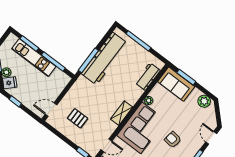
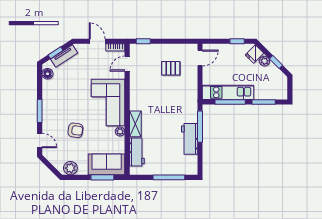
kitchen unit: (34, 58) -> (228, 92), moved
workbench: (104, 59) -> (190, 139), width x0.53, depth x0.76
shelving: (122, 113) -> (135, 124), moved
armchair: (173, 140) -> (75, 130), moved

